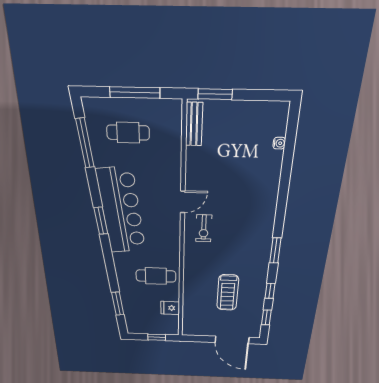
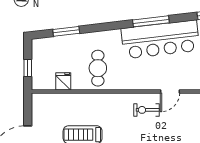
door: (183, 202) -> (170, 91), hinge flipped
window: (101, 221) -> (151, 21), width x1.44

